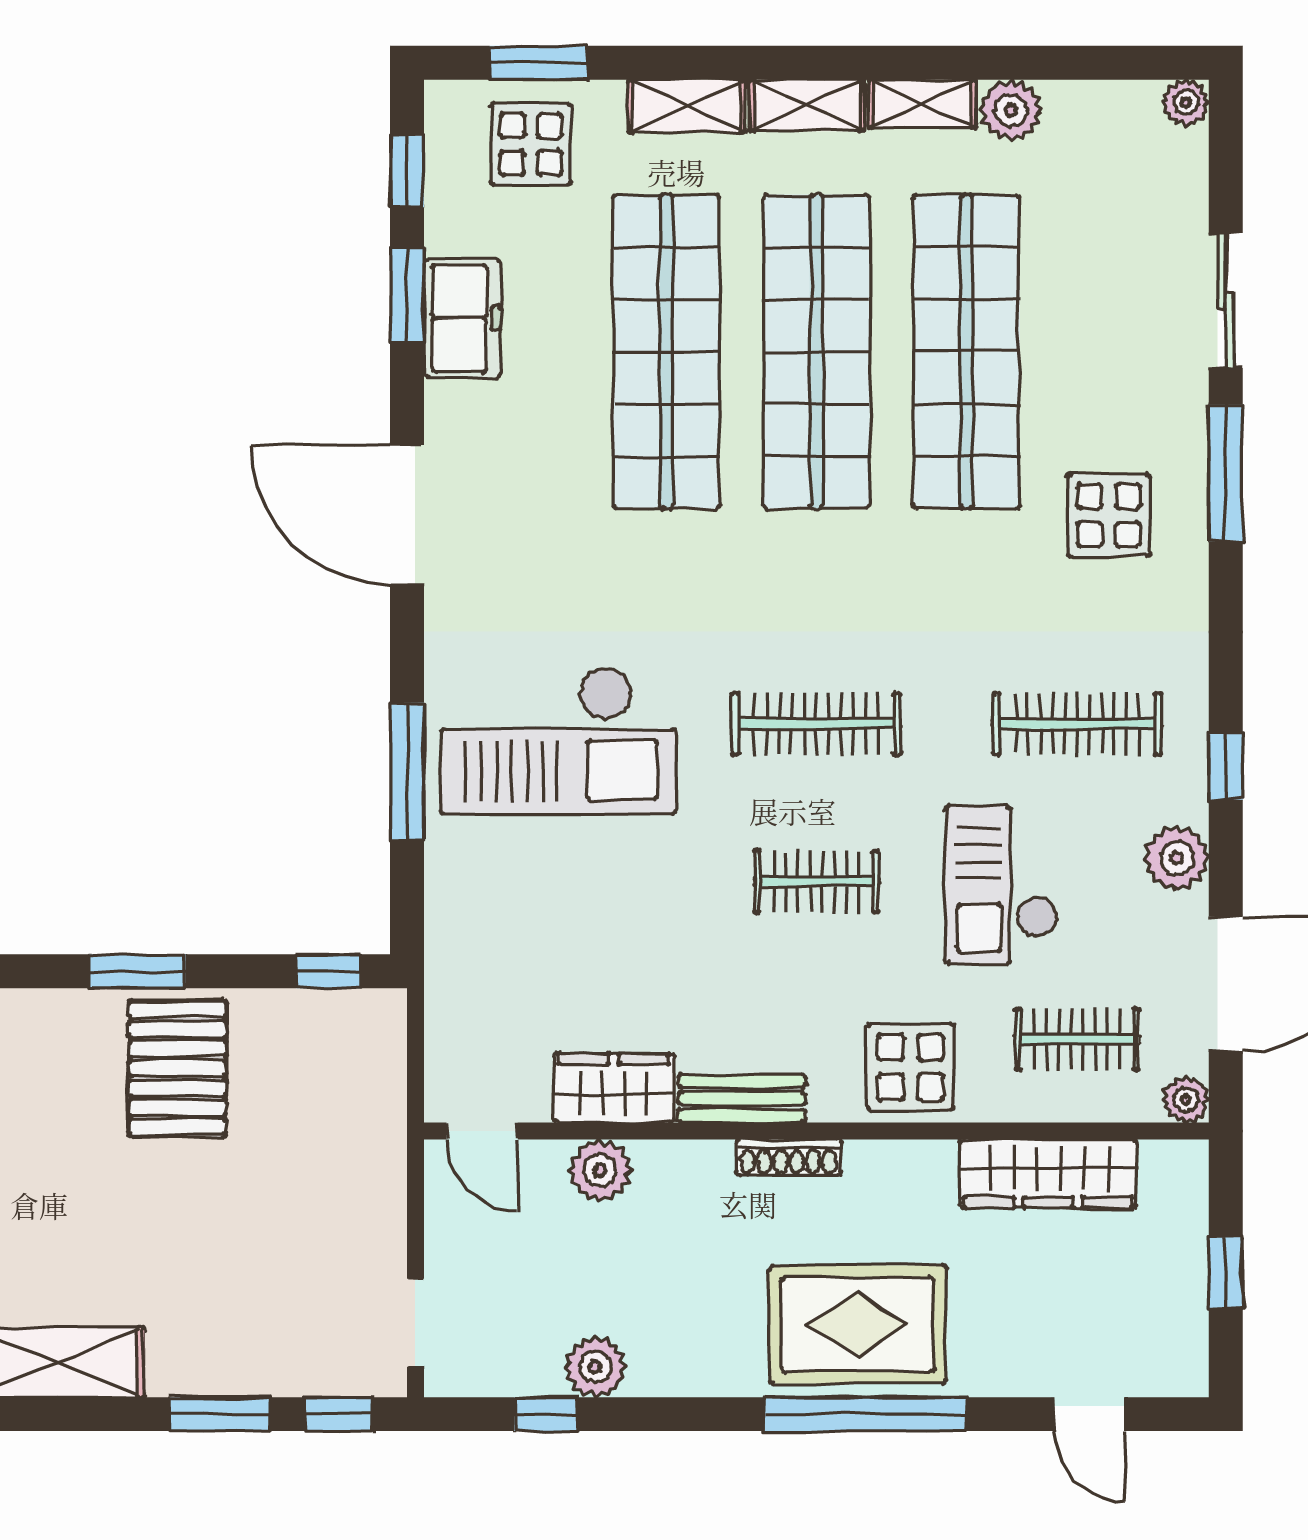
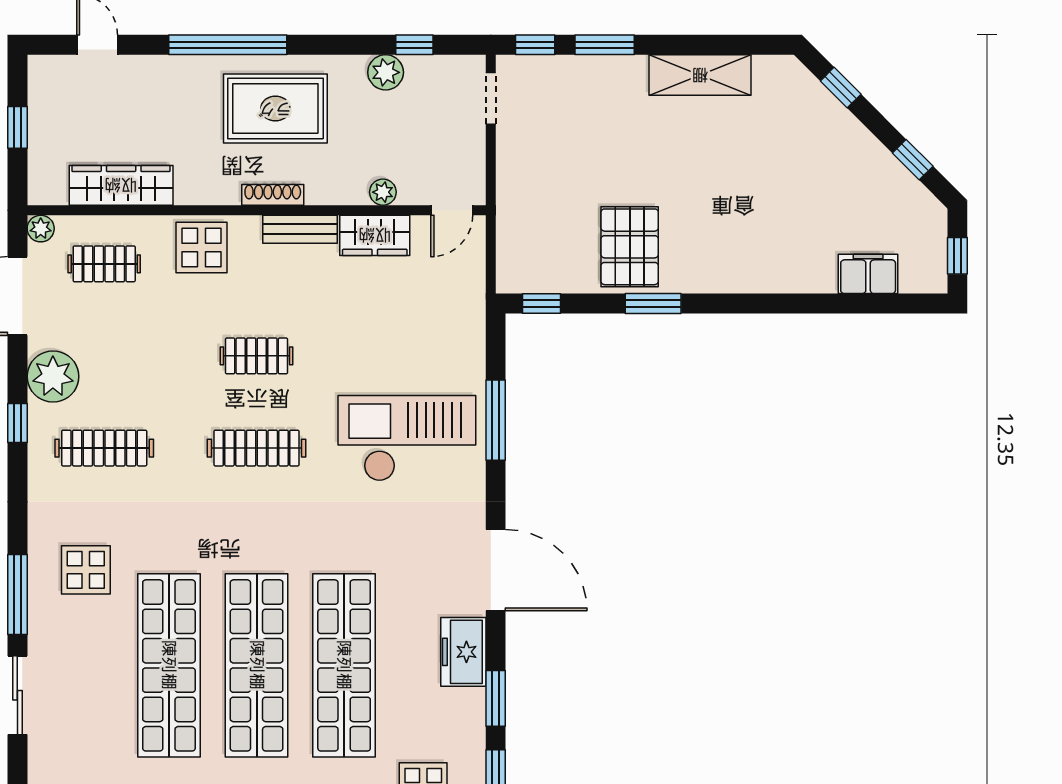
freezer: (462, 318) -> (463, 652), moved
plant: (1177, 858) -> (53, 376), width x1.36, depth x1.36
checkout: (1001, 885) -> (148, 354), removed
door: (482, 1131) -> (452, 210), swing flipped
plant: (600, 1170) -> (383, 192), width x0.73, depth x0.73
rug: (858, 1324) -> (275, 109), moved

